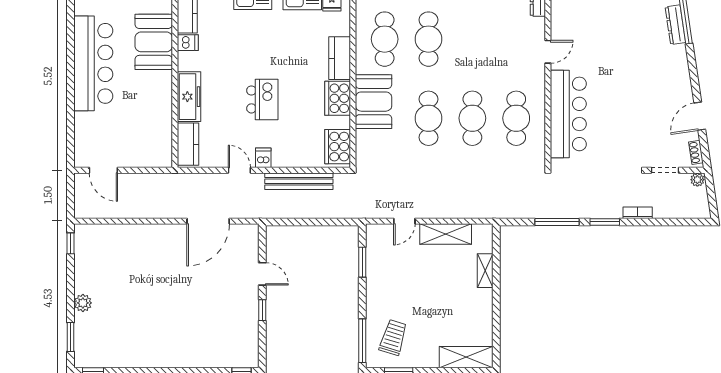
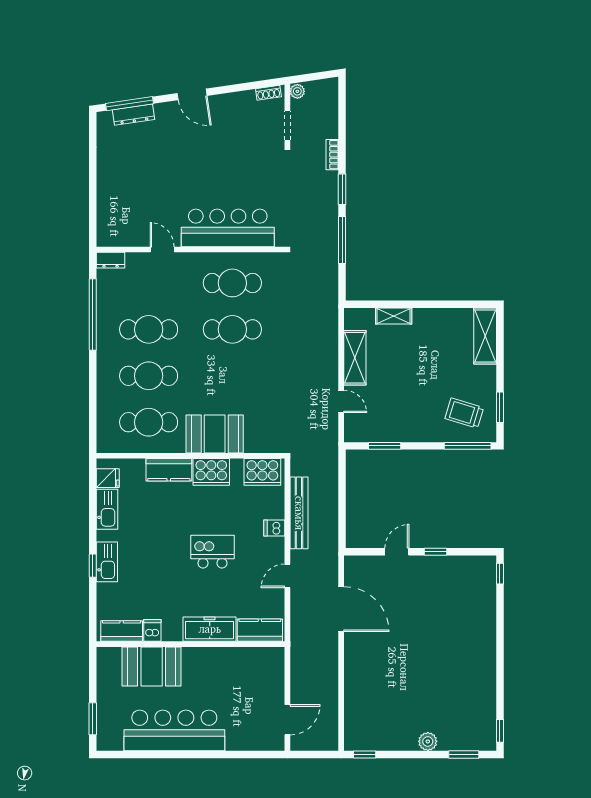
door: (700, 116) -> (192, 94), moved
cafe table: (428, 118) -> (149, 329), moved
dishwasher: (263, 158) -> (274, 528), moved

